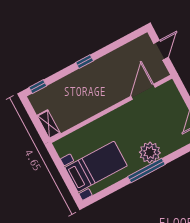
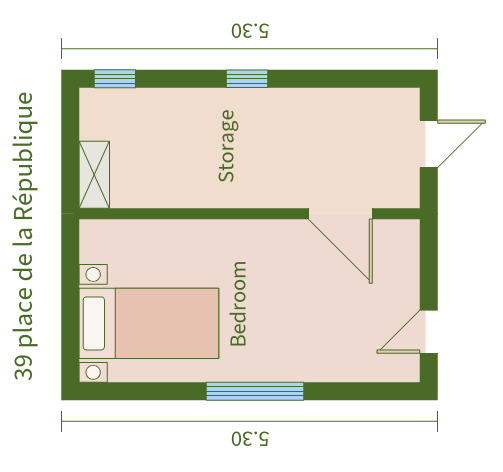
door: (143, 92) -> (340, 214), swing flipped
plant: (150, 153) -> (284, 356), removed

